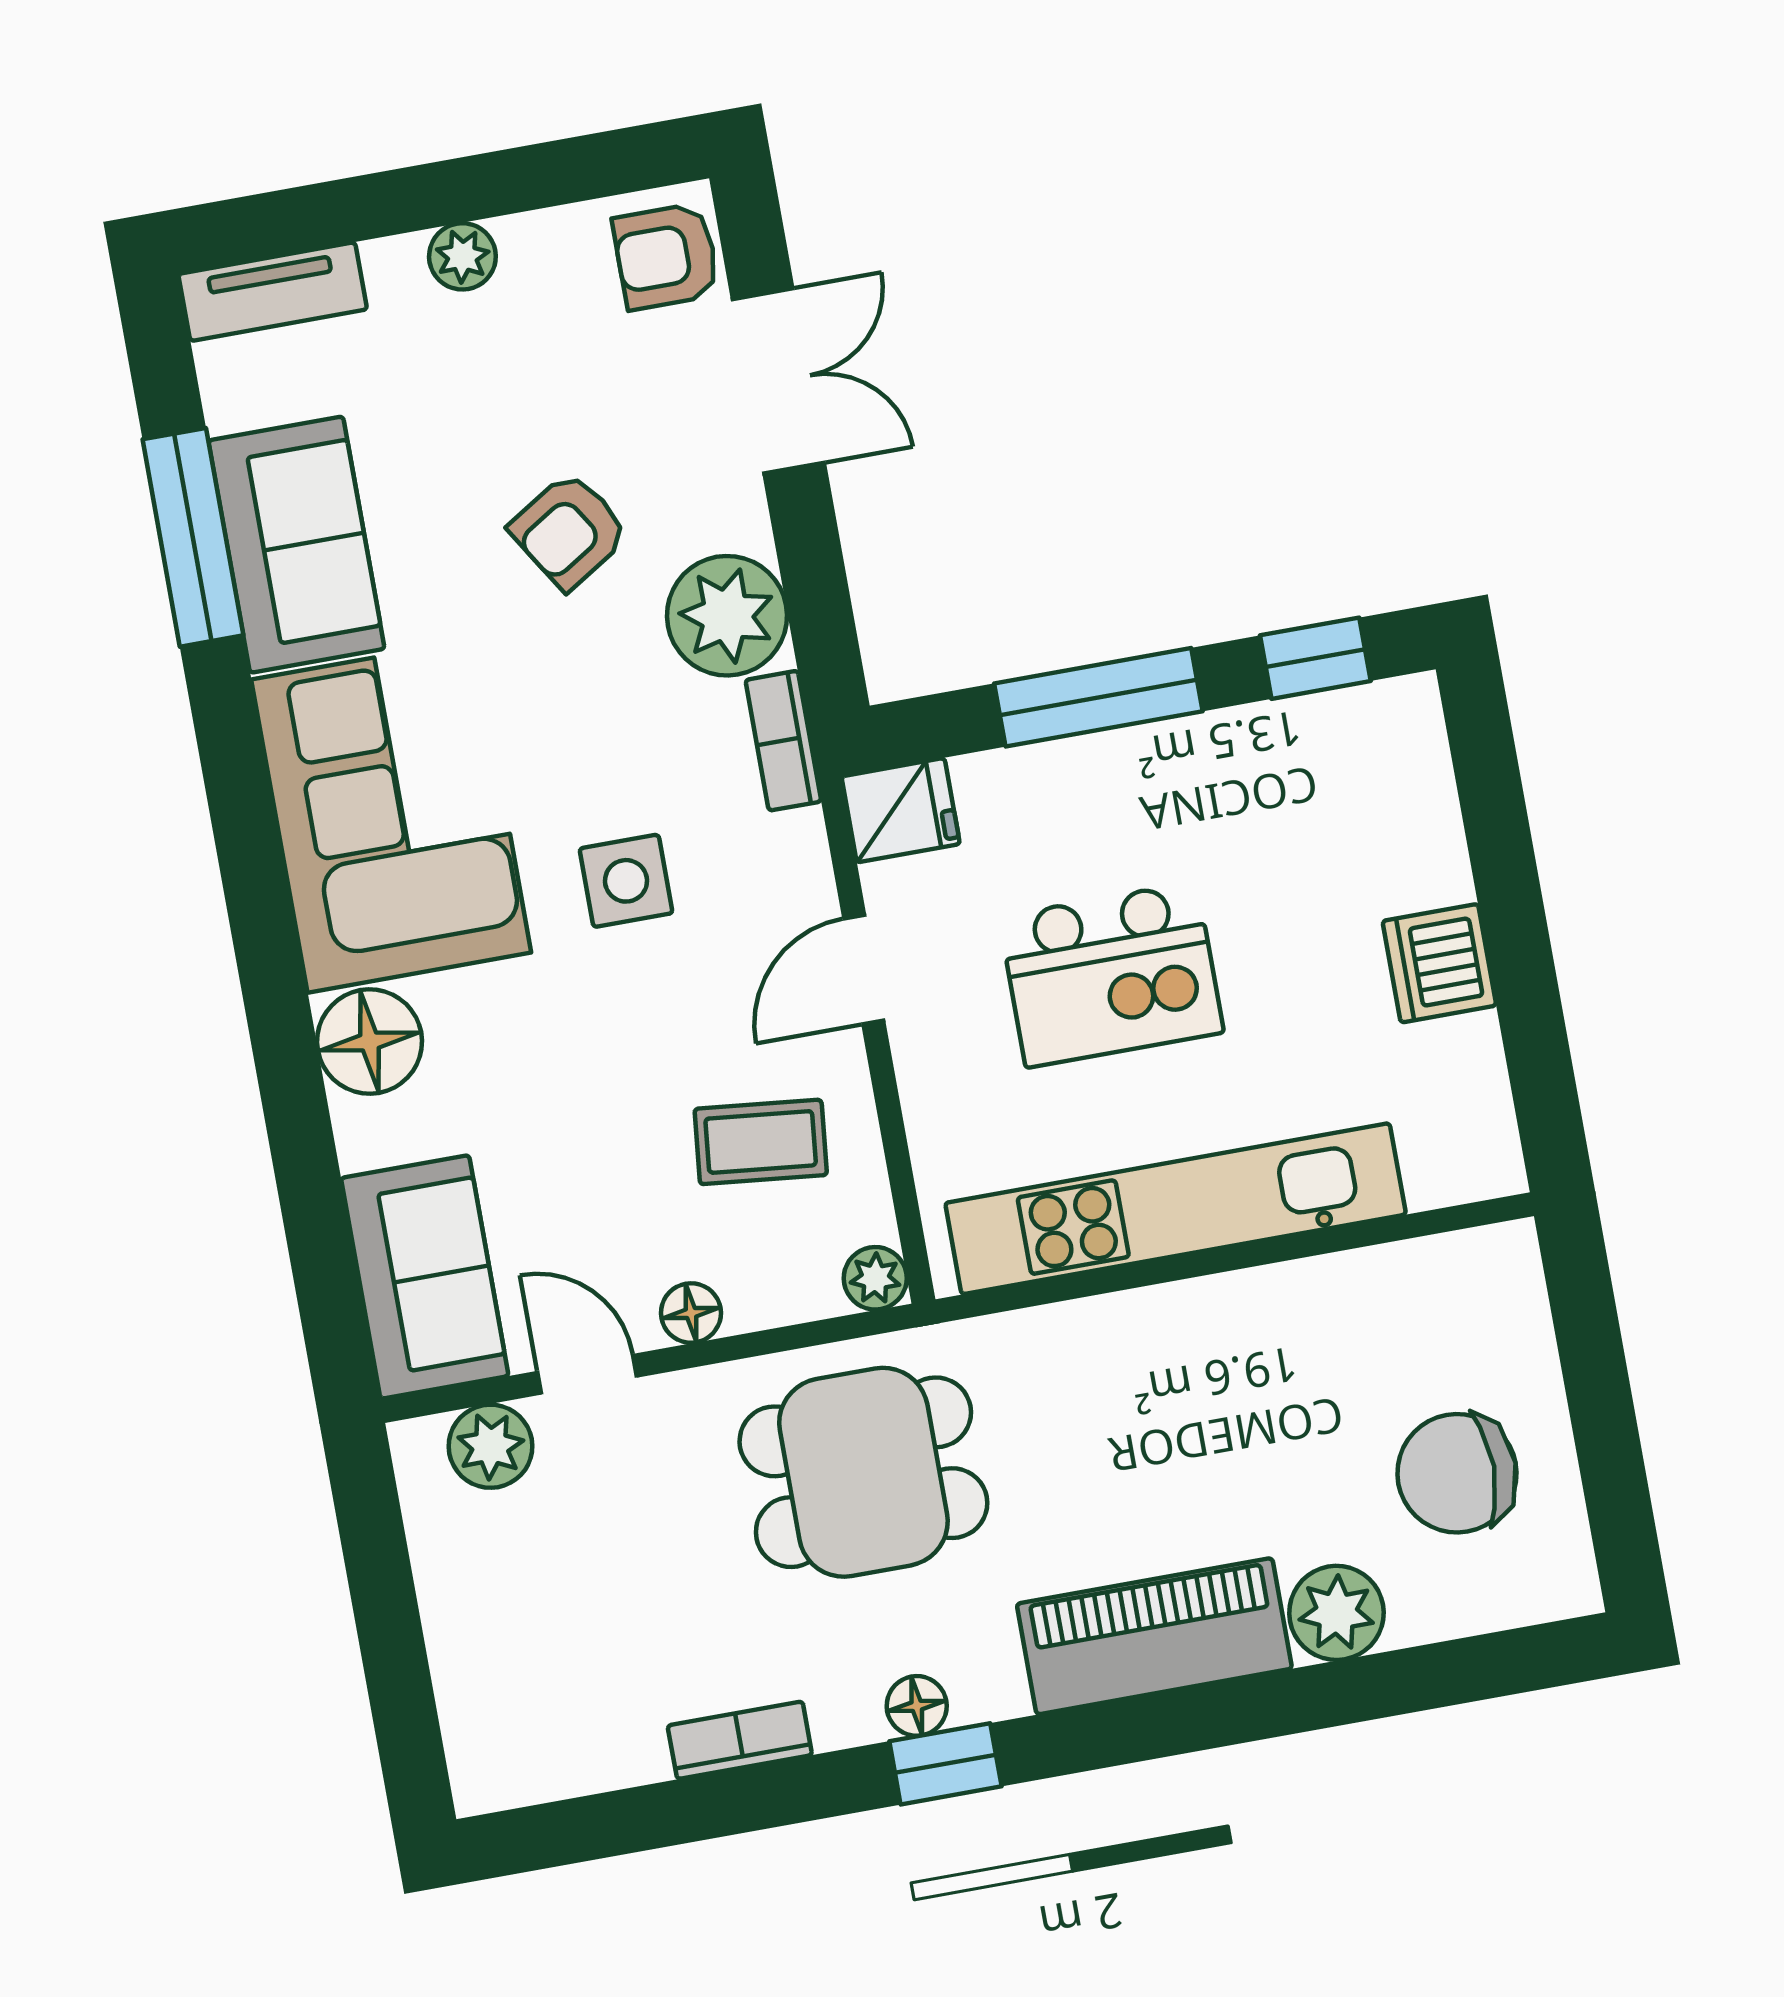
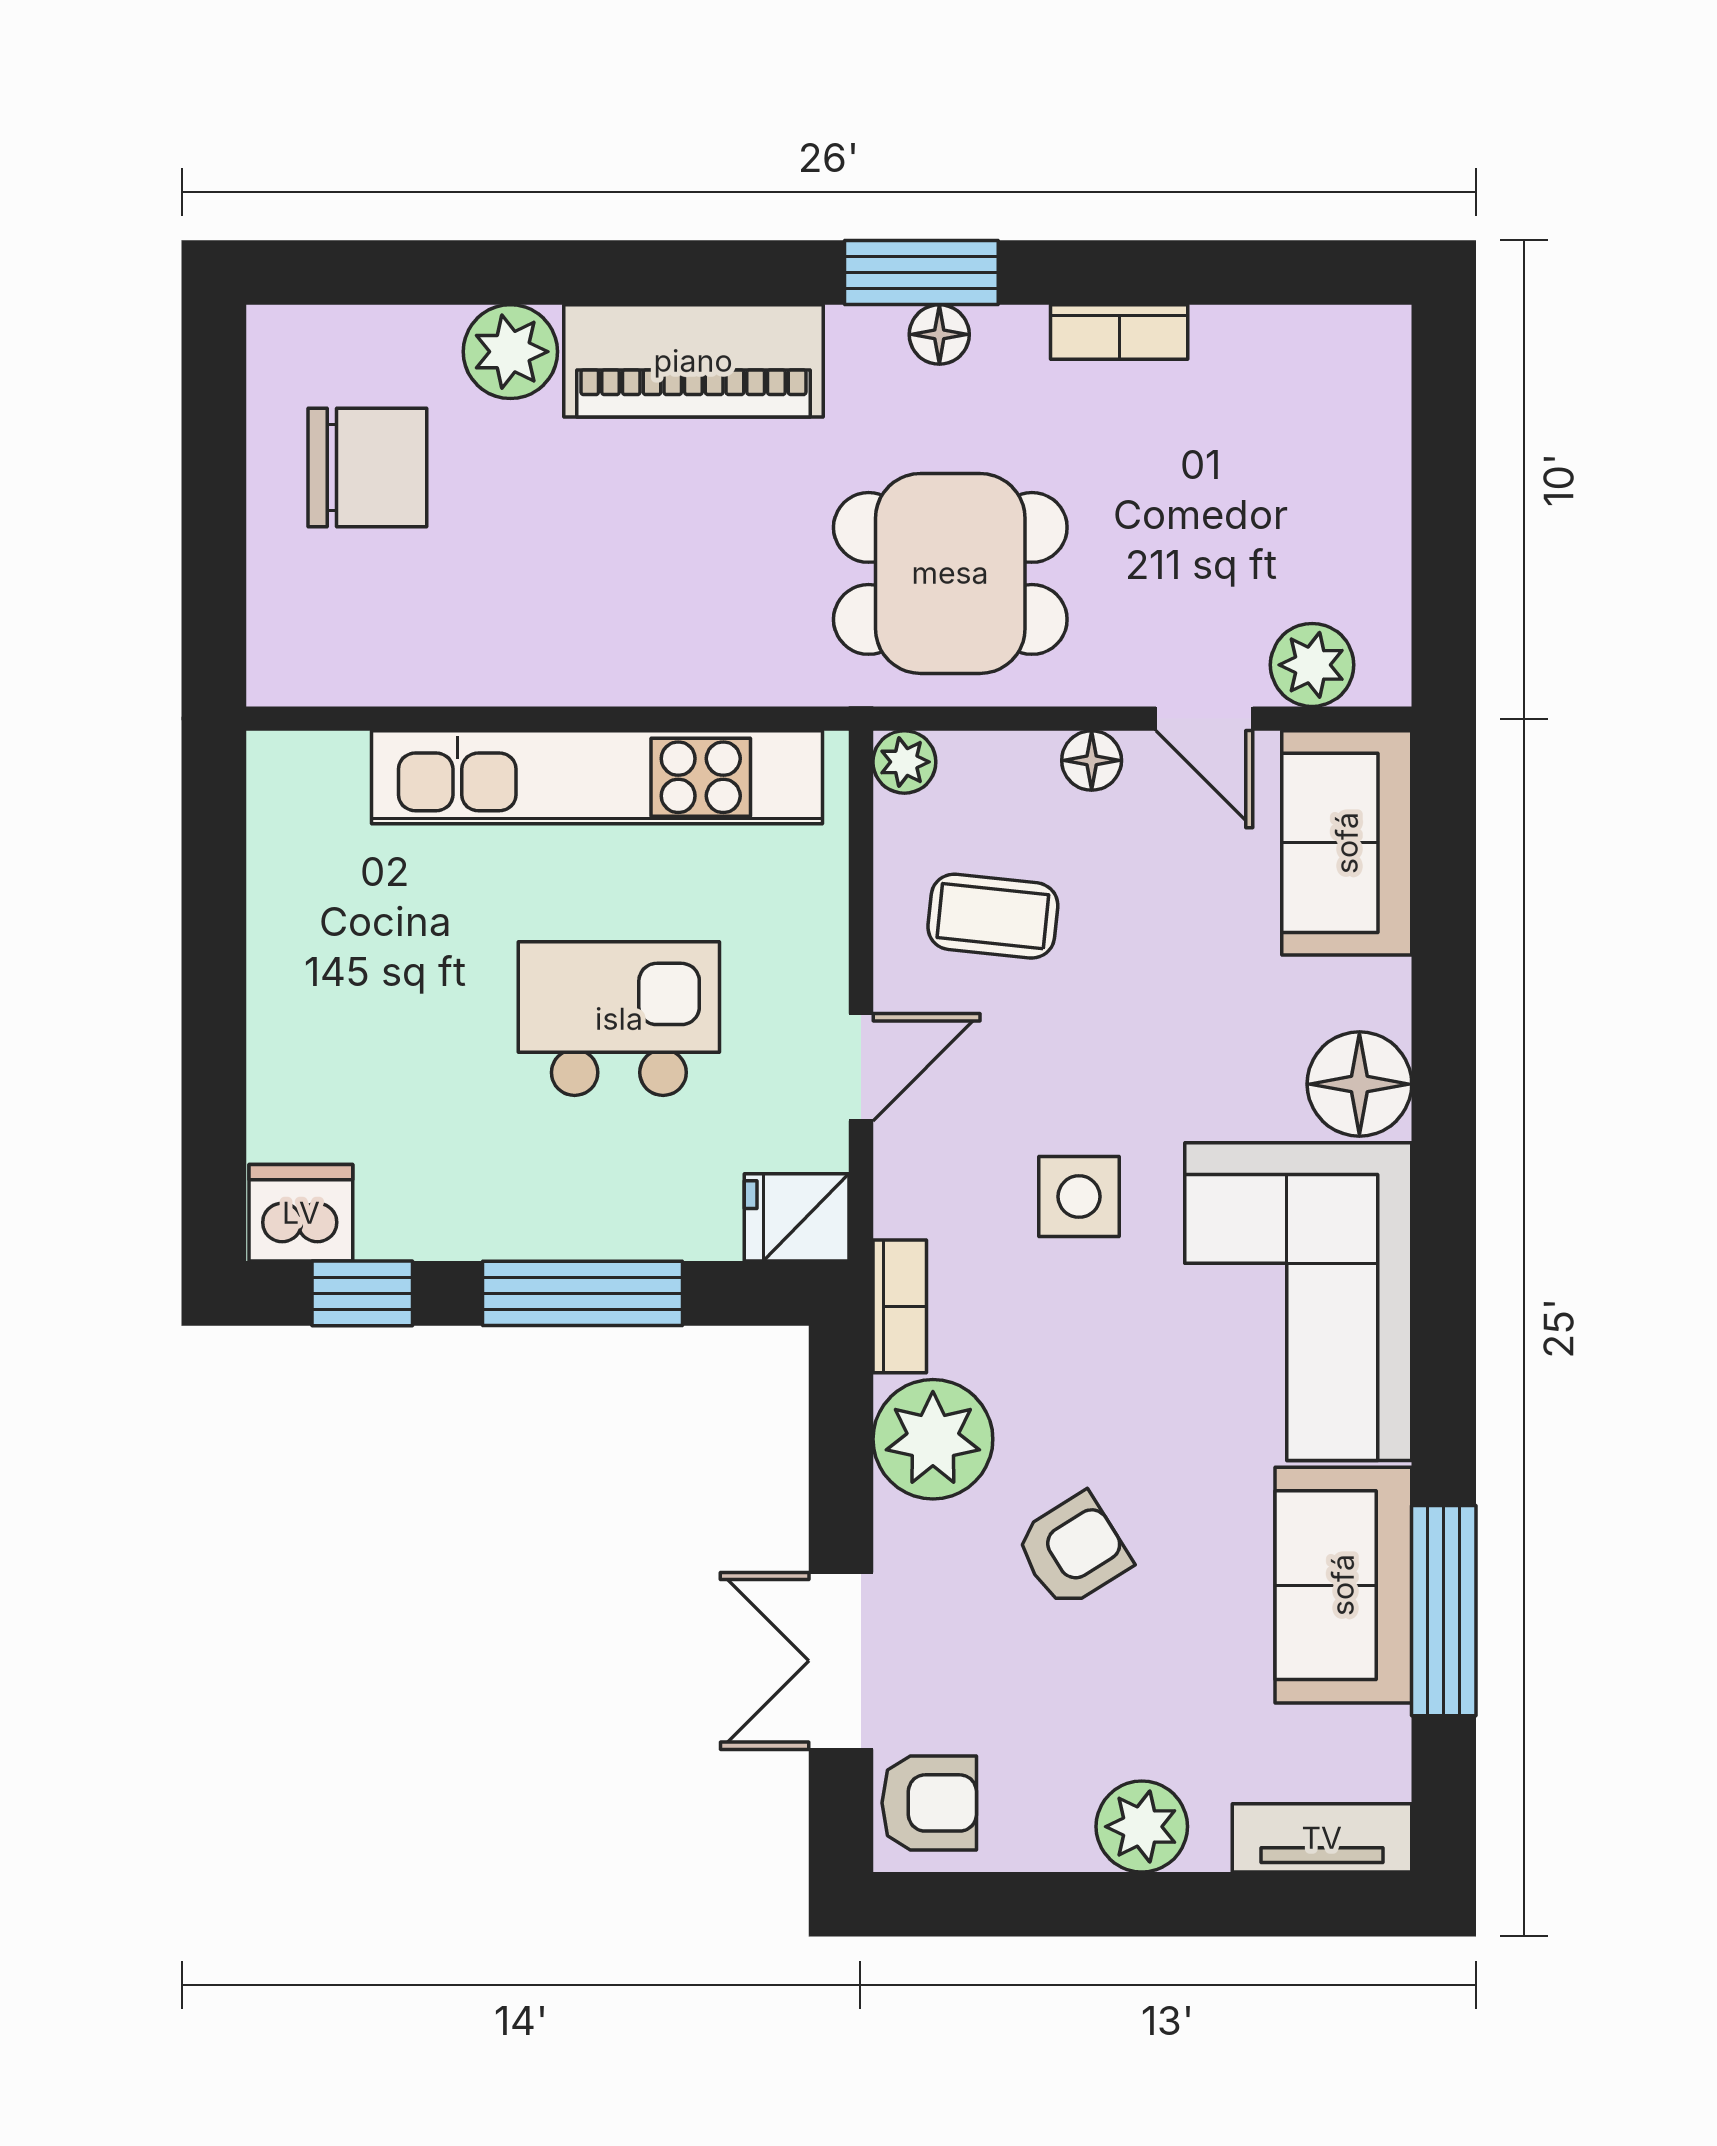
plant: (462, 256) -> (1142, 1827), width x1.38, depth x1.38
dishwasher: (1439, 963) -> (301, 1213), moved, turned -90
window: (945, 1764) -> (921, 272), width x1.50

